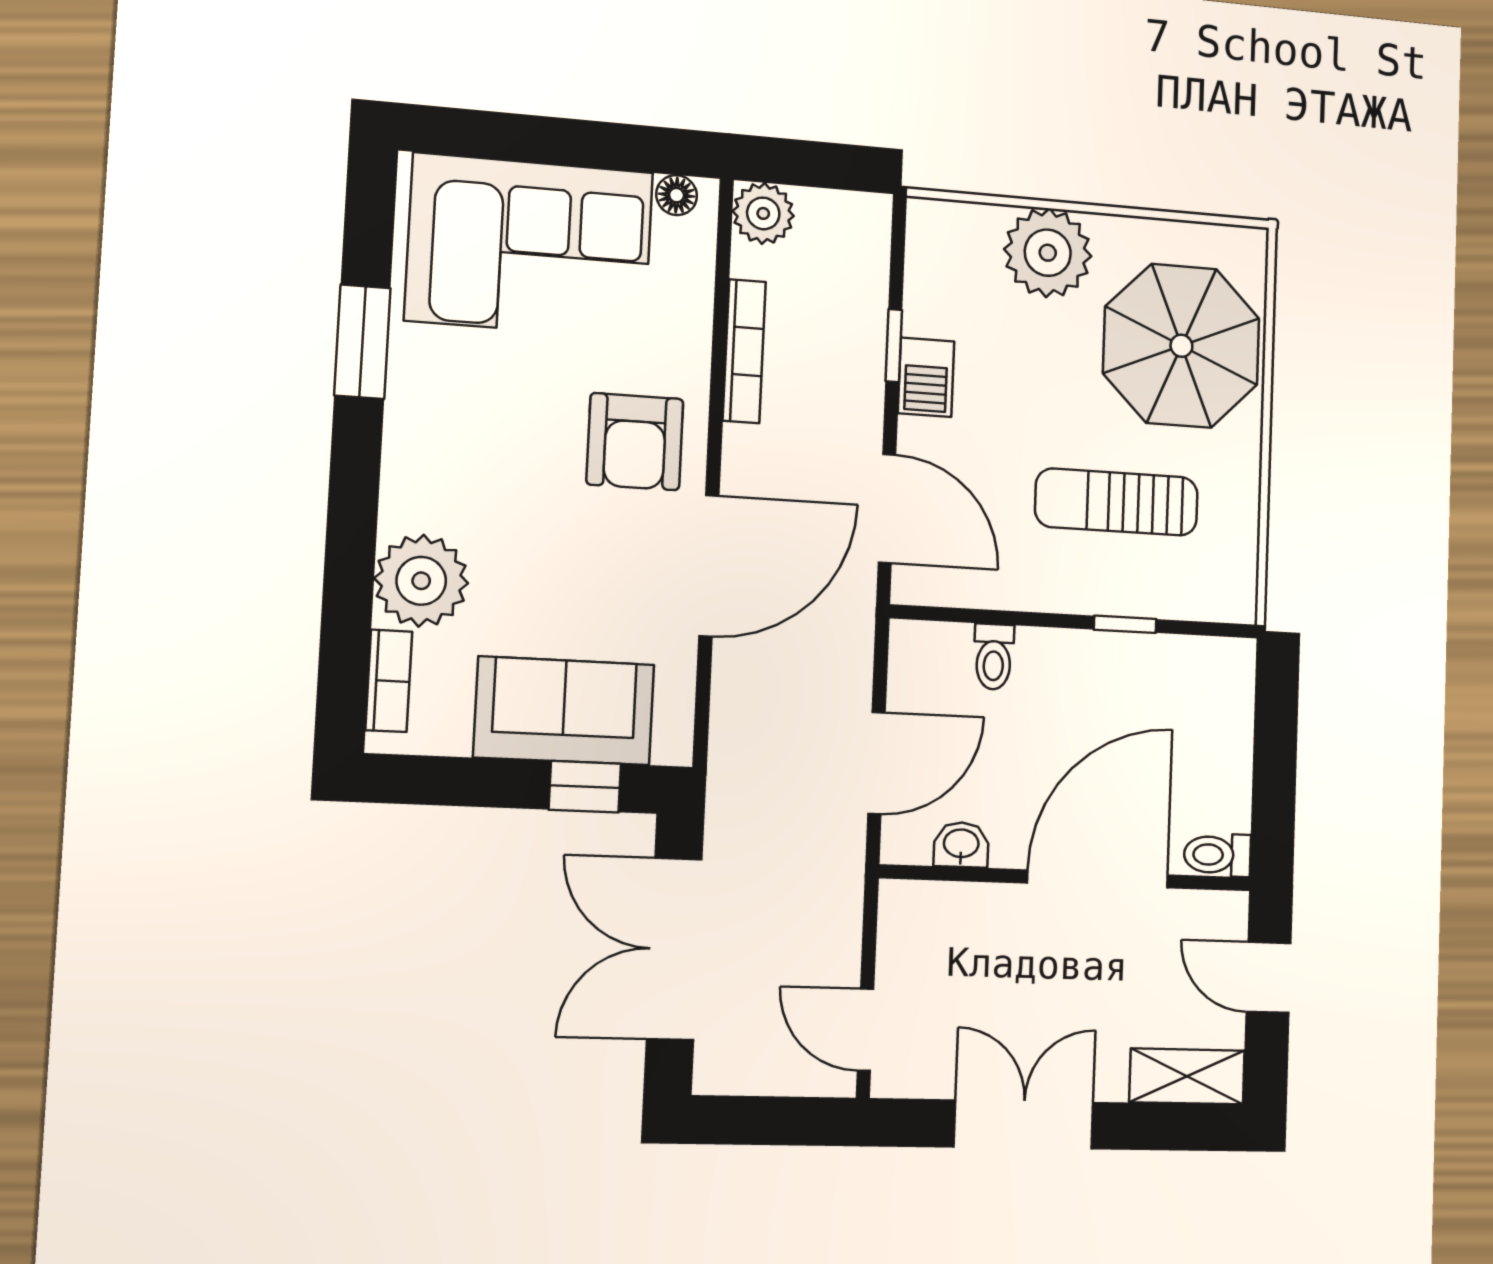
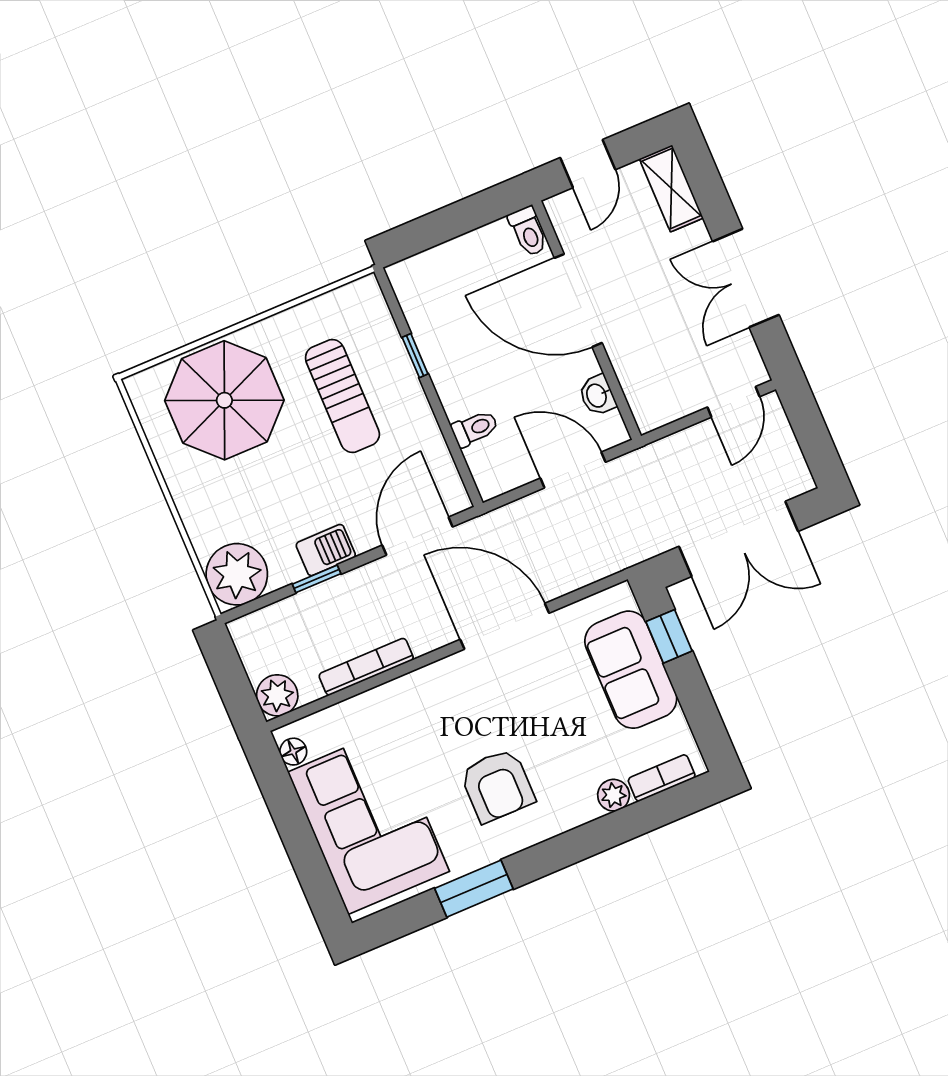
plant: (1048, 253) -> (237, 574), moved
armchair: (635, 442) -> (497, 786), moved, turned 90
plant: (421, 581) -> (614, 795), width x0.53, depth x0.53

